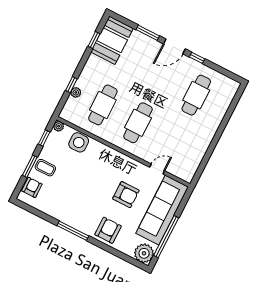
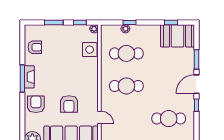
door: (174, 46) -> (196, 84), hinge flipped
coffee table: (45, 168) -> (59, 35), removed
armchair: (32, 187) -> (35, 47), moved
fireplace: (75, 222) -> (29, 77), added
armchair: (108, 230) -> (36, 104), turned -90

